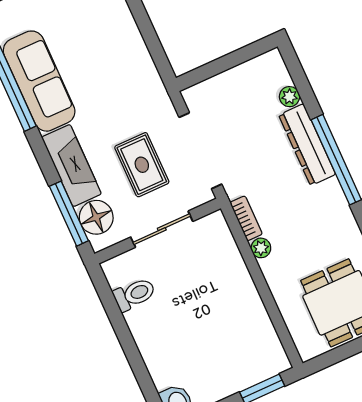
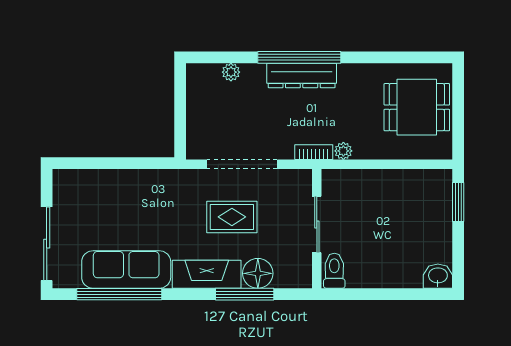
dresser: (307, 145) -> (302, 75), moved
sliding door: (162, 229) -> (317, 225), moved
wall: (158, 231) -> (317, 229), moved

